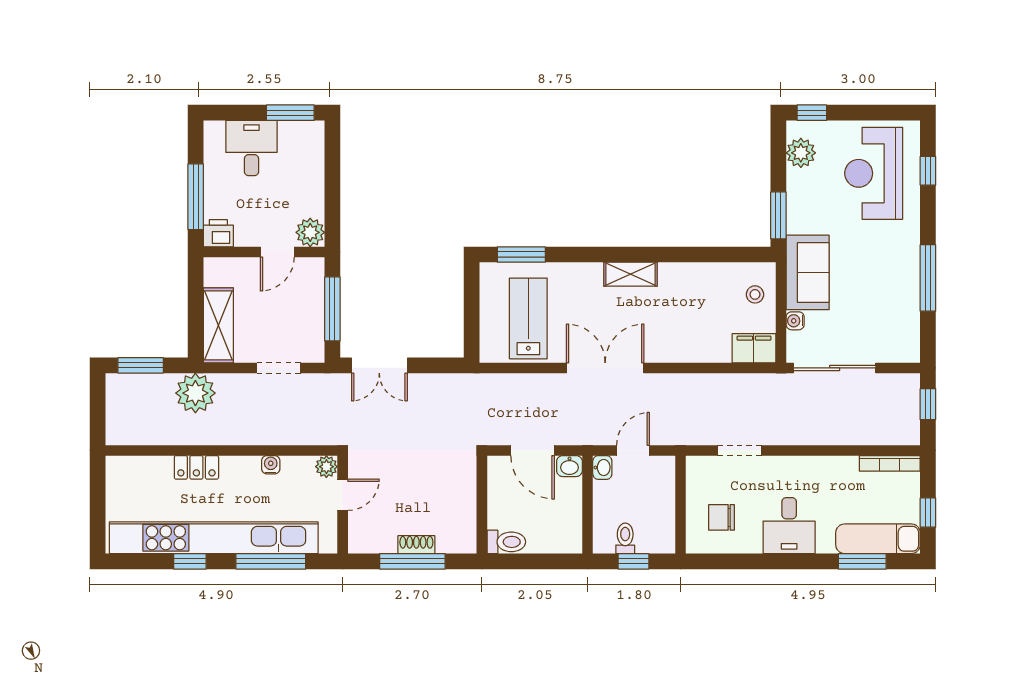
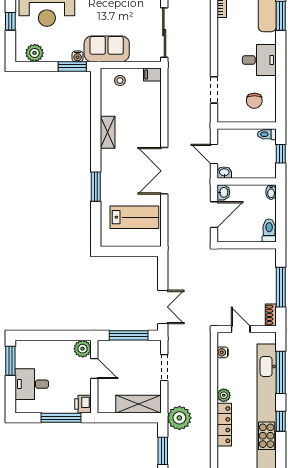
window: (812, 113) -> (10, 21), moved
window: (521, 254) -> (96, 187), moved
shelving: (630, 274) -> (108, 132), moved
lab bench: (528, 318) -> (134, 217), turned 180
water cooler: (795, 321) -> (78, 56), moved
filing cabinet: (754, 348) -> (152, 75), width x0.50
water cooler: (271, 465) -> (223, 352), moved
locker: (196, 467) -> (224, 425), width x1.53
plant: (326, 467) -> (224, 395), moved
toilet: (625, 538) -> (267, 134), moved
shoe rack: (416, 545) -> (271, 315), moved
bidet: (570, 545) -> (271, 192), added

